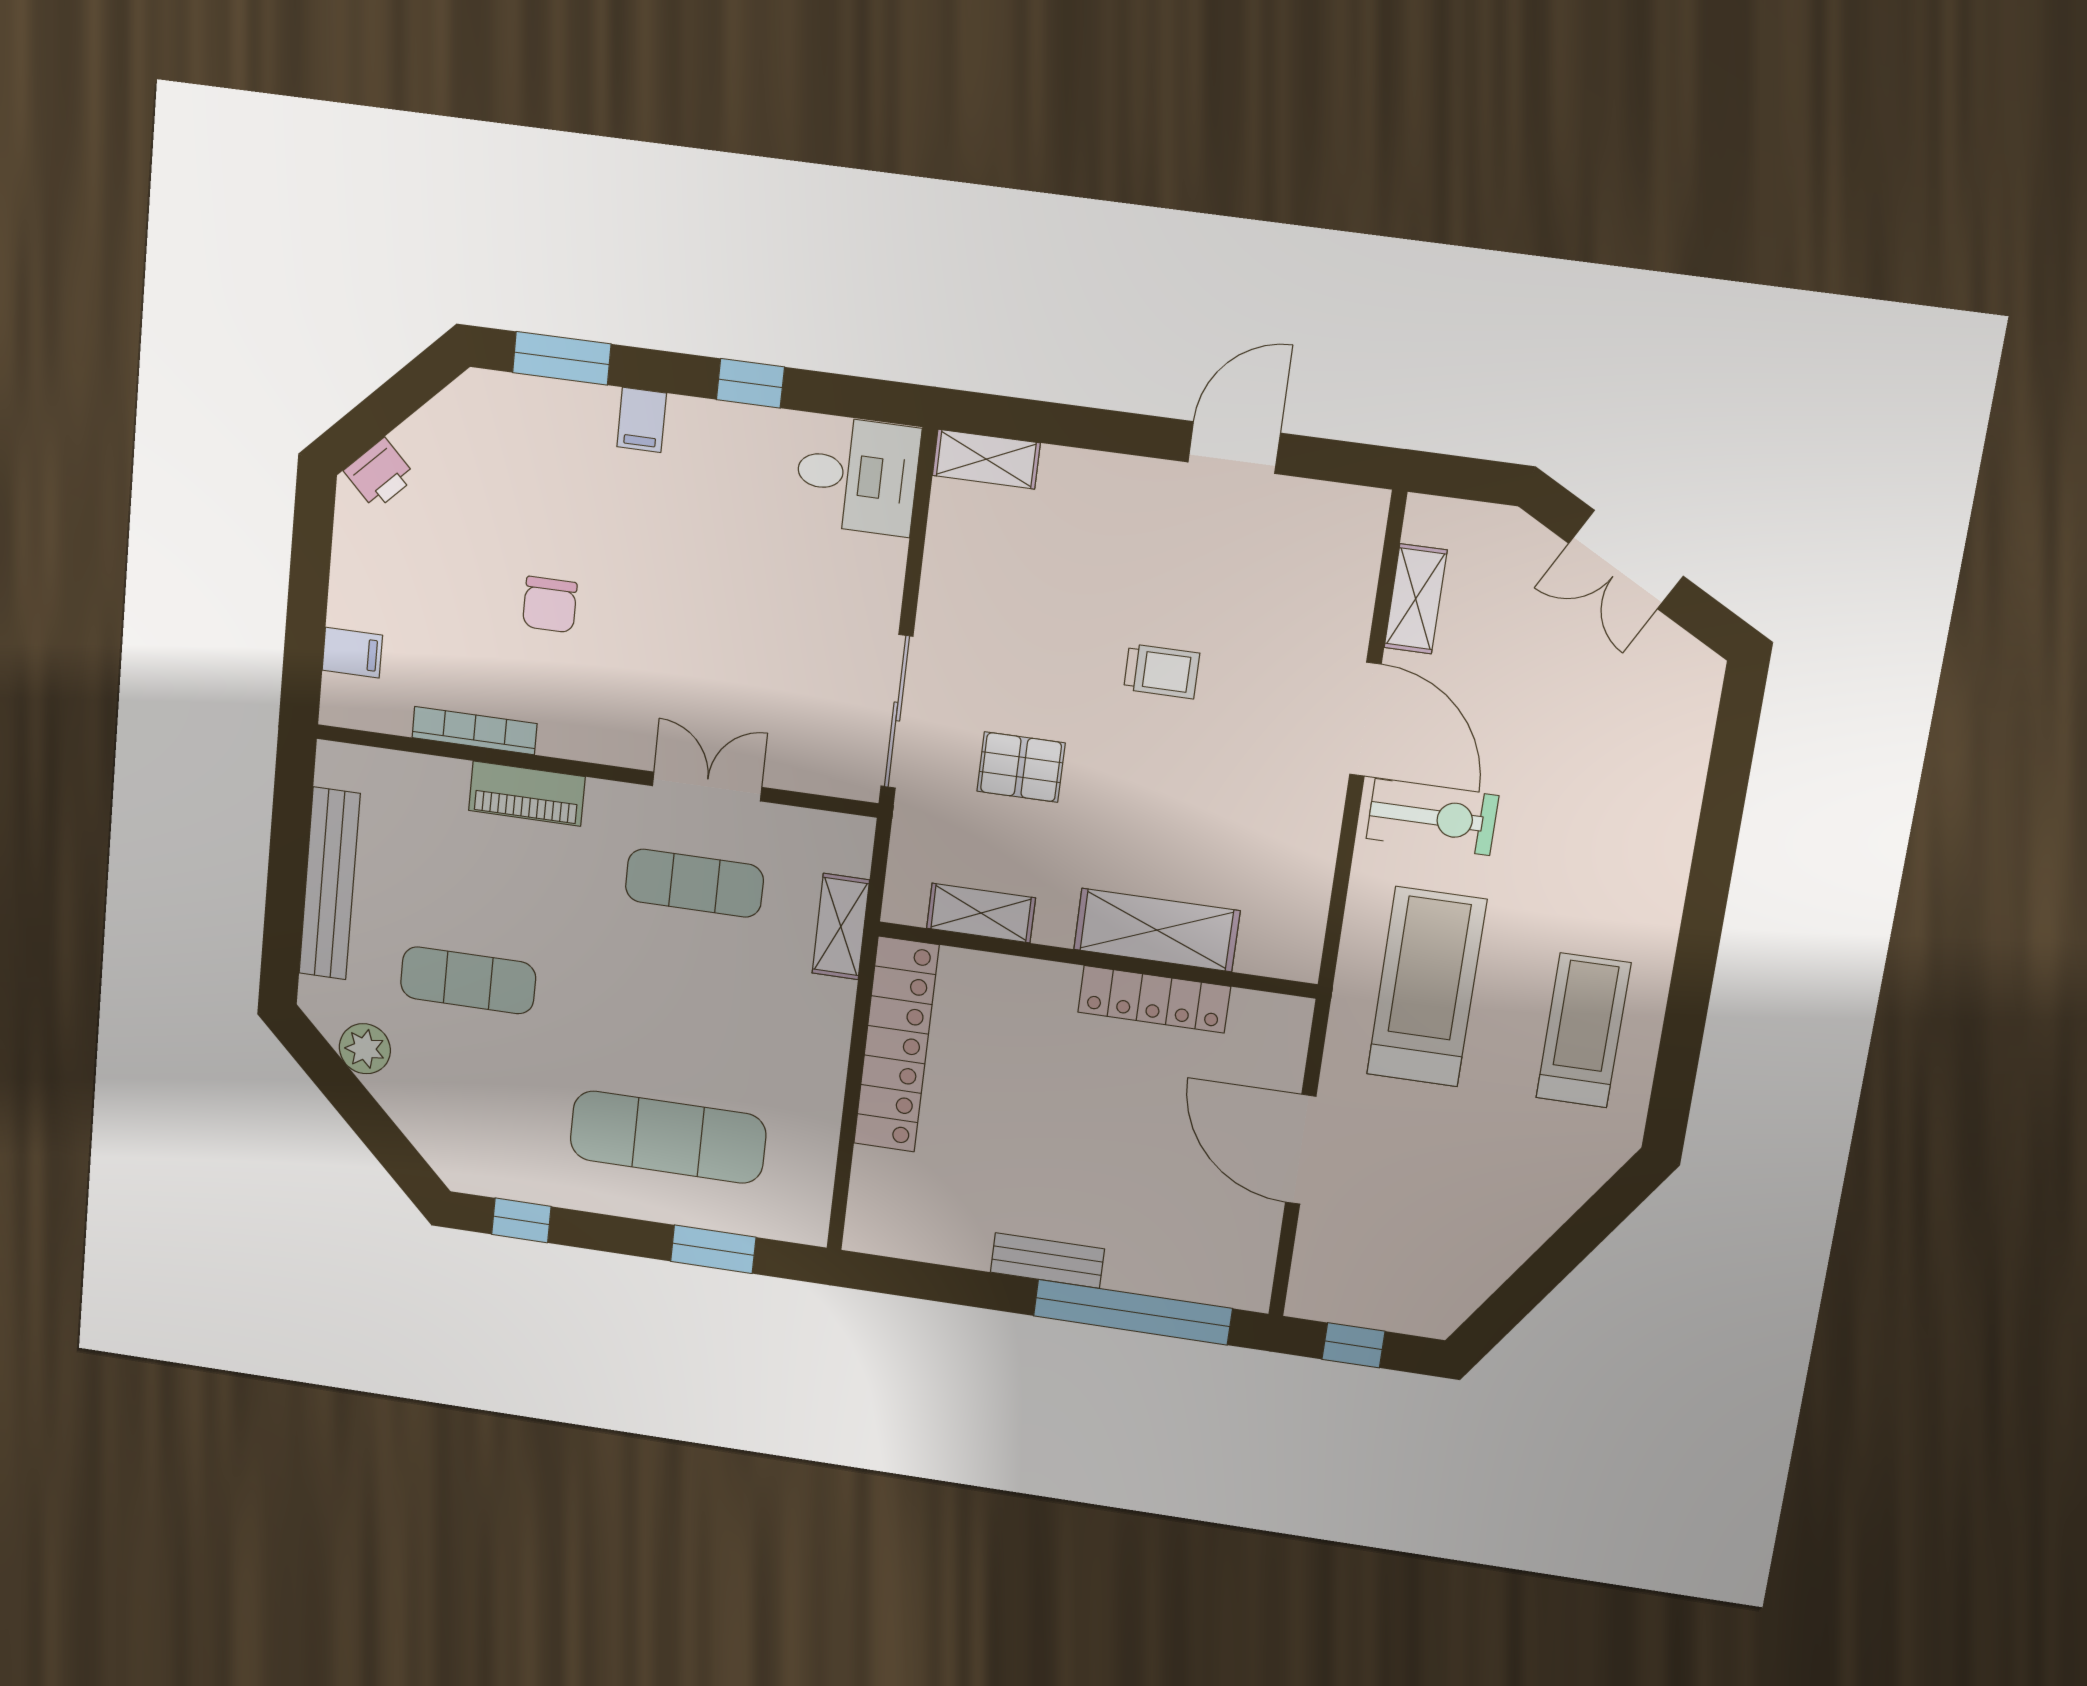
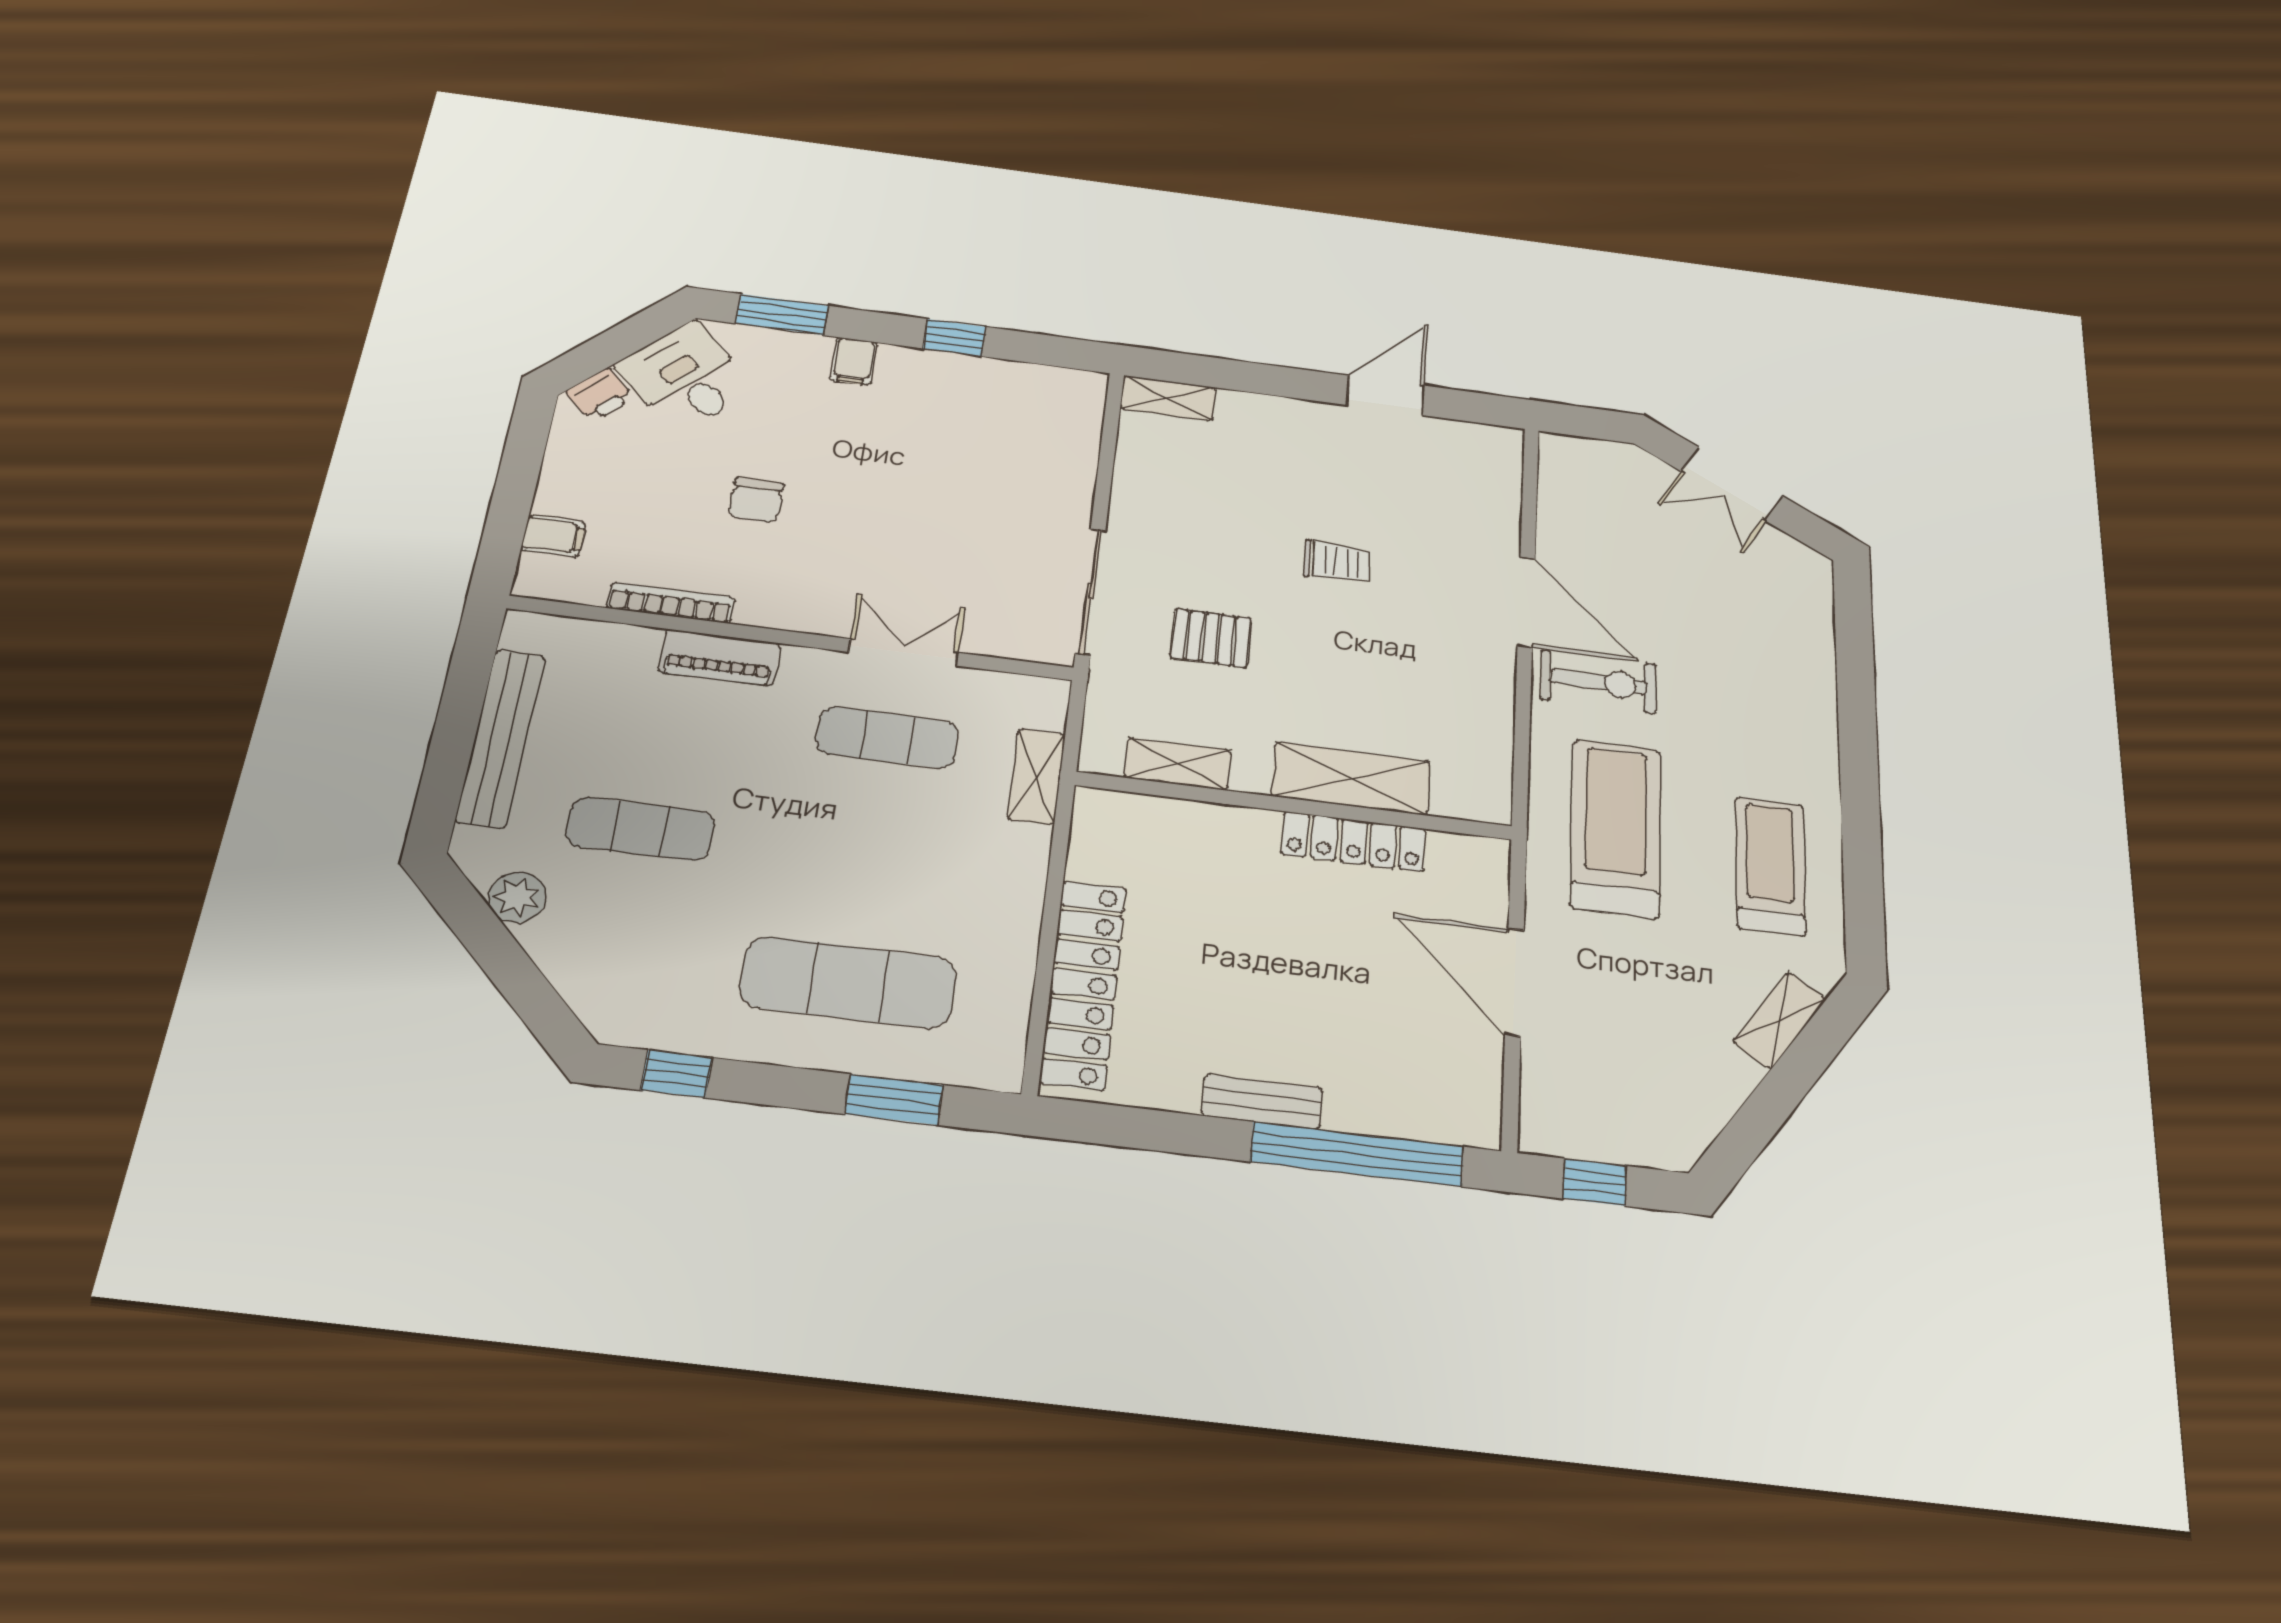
desk: (857, 475) -> (686, 377), moved, turned -135
shelving: (1416, 599) -> (1779, 1020), moved, turned 35
locker: (896, 1045) -> (1083, 984), moved

